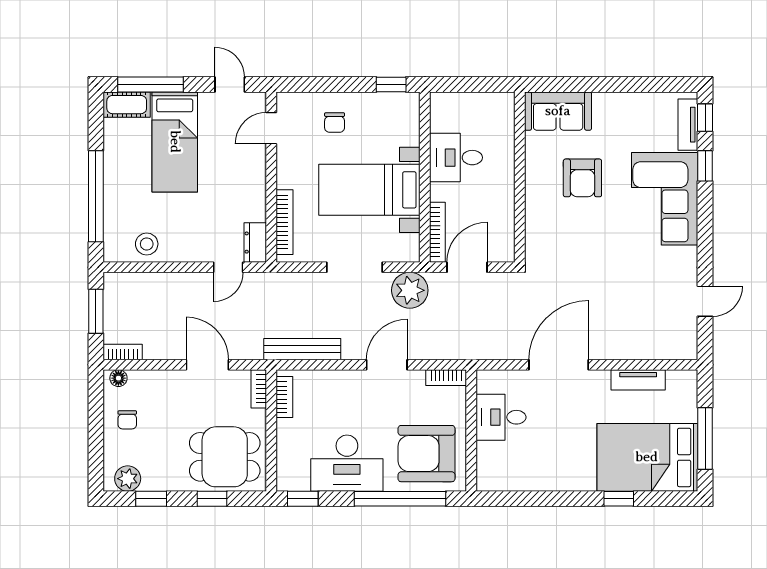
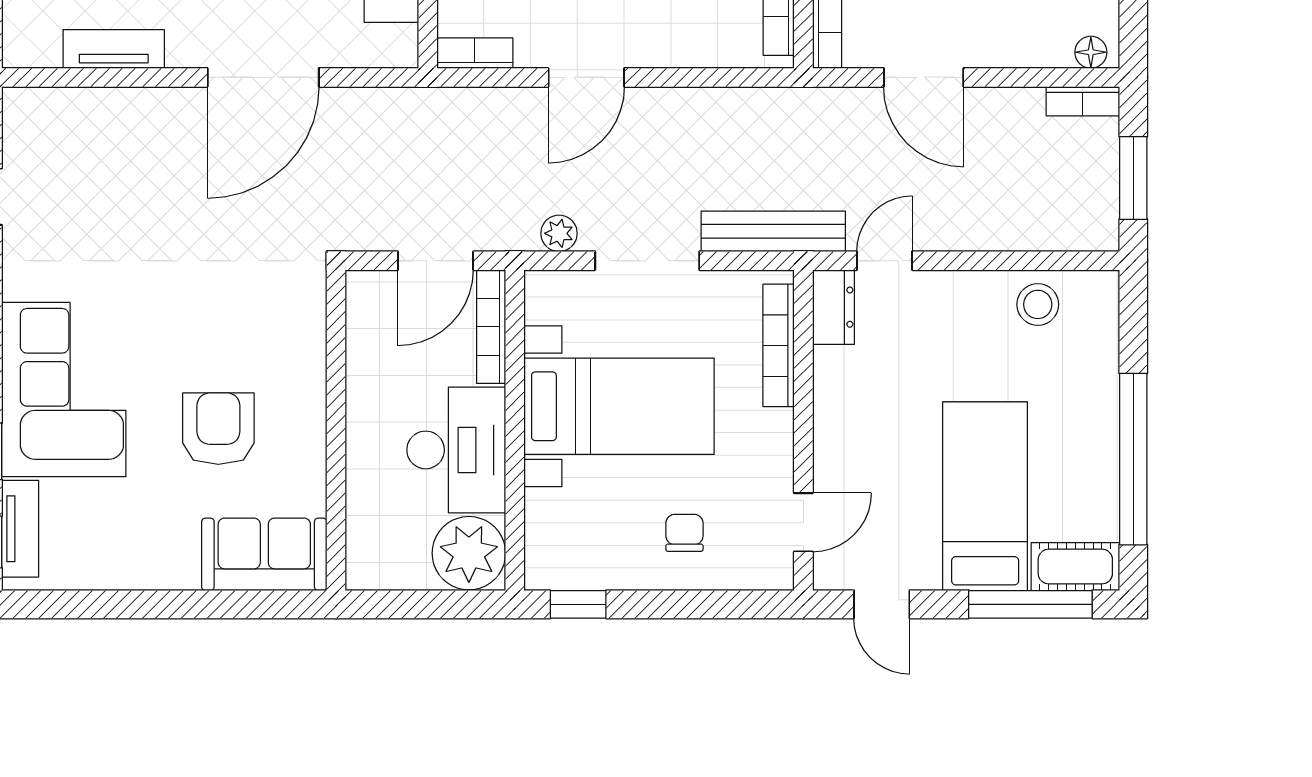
plant: (449, 112) -> (469, 553), added
desk: (456, 158) -> (456, 450), width x1.37
window: (96, 196) -> (1133, 459), moved
plant: (410, 290) -> (559, 233), width x0.53, depth x0.53
bench: (302, 349) -> (773, 231), moved

